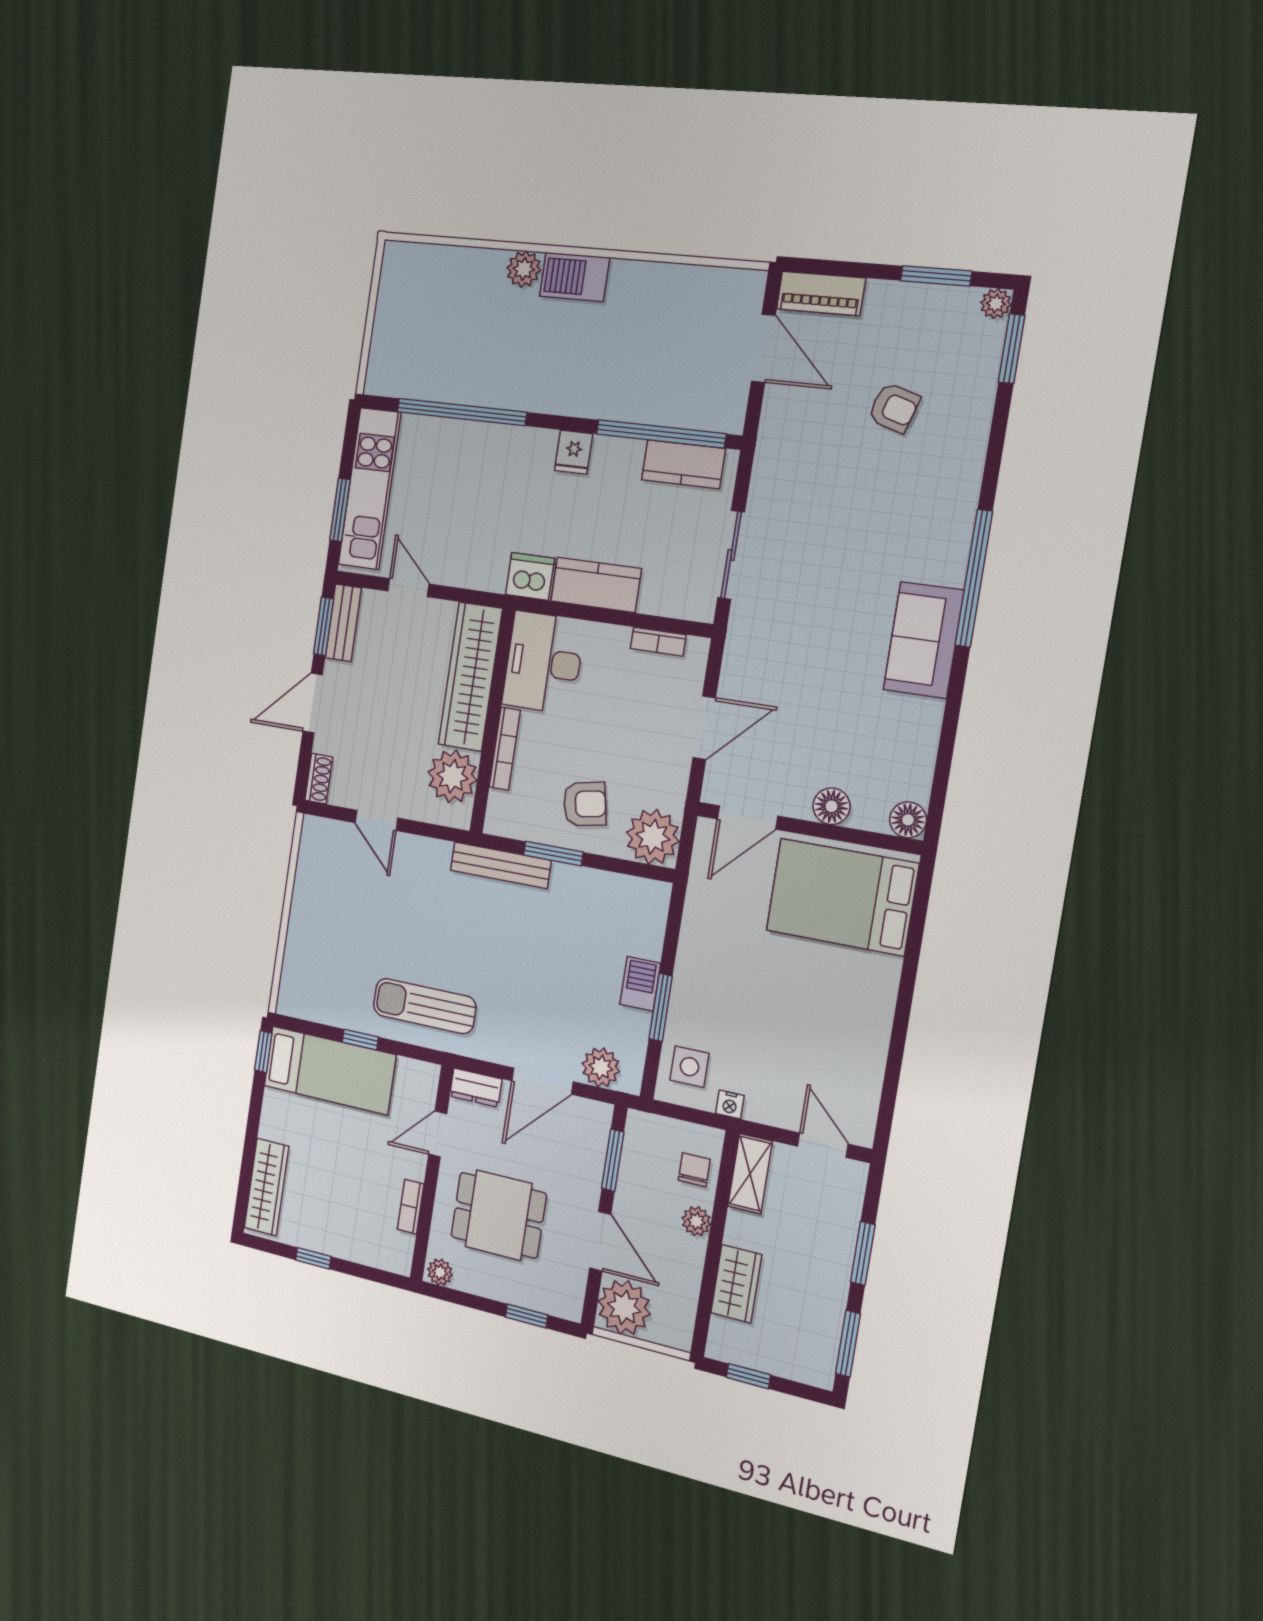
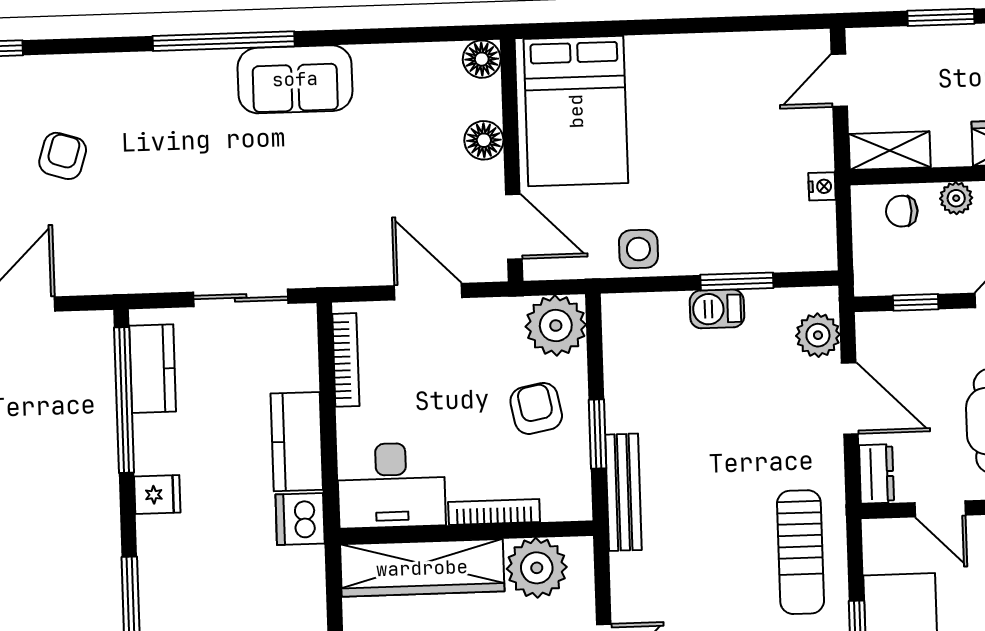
bookcase: (658, 642) -> (346, 360), width x1.56
side table: (689, 1067) -> (638, 249), moved
window: (613, 1160) -> (916, 302), width x0.67

